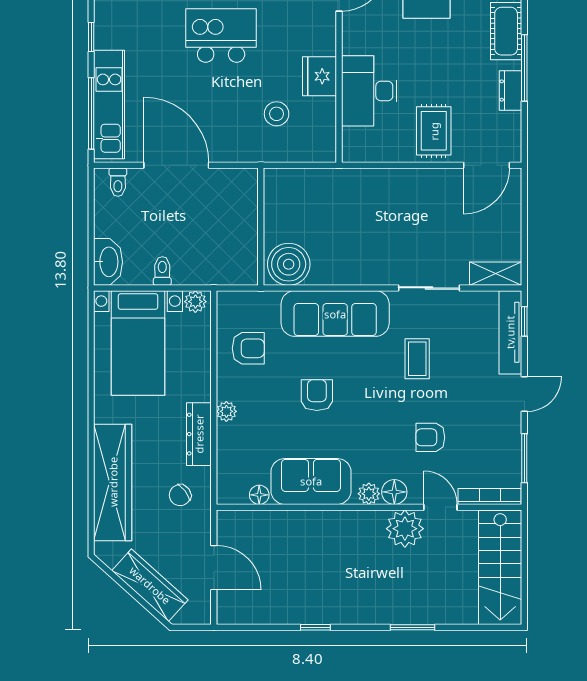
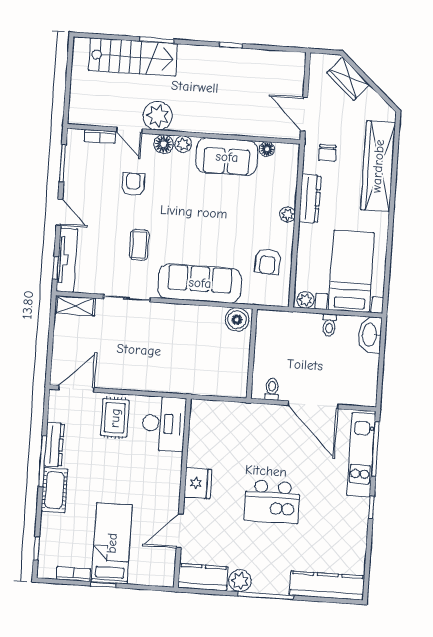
fridge: (320, 76) -> (198, 483), moved
desk: (369, 91) -> (164, 424), moved
dresser: (510, 91) -> (54, 445), width x1.44
stool: (277, 114) -> (234, 439), removed
toilet: (118, 182) -> (272, 389), moved
boiler: (289, 264) -> (237, 320), width x0.73, depth x0.73
armchair: (248, 348) -> (268, 261), turned -87
door: (524, 394) -> (59, 212), swing flipped
armchair: (317, 395) -> (218, 222), removed
armchair: (430, 437) -> (133, 184), turned -90
chair: (180, 495) -> (327, 153), turned 127
bookcase: (490, 496) -> (100, 136), width x0.64
door: (214, 568) -> (304, 114), moved
stairs: (500, 568) -> (133, 57), moved, turned 90
wardrobe: (150, 585) -> (348, 79), width x0.67

